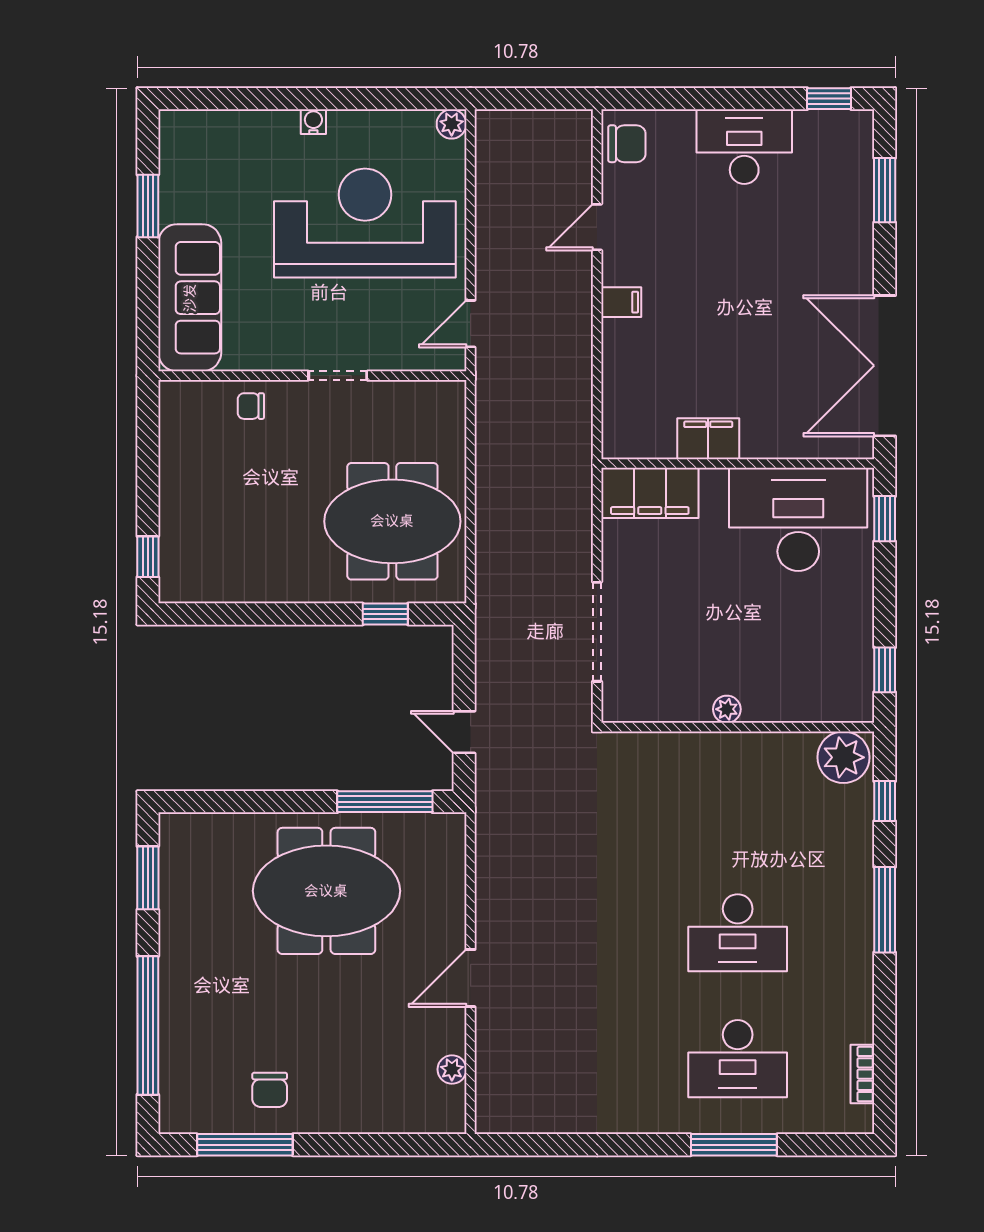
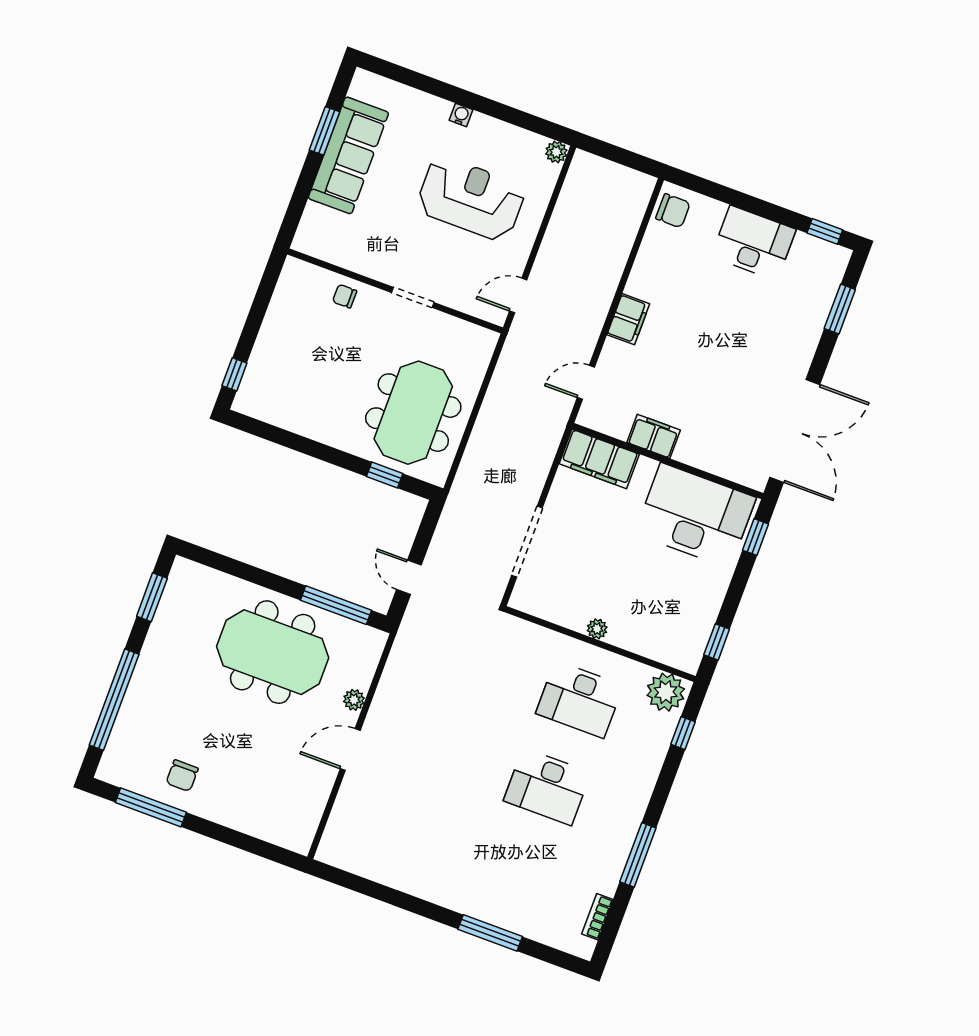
reception desk: (365, 223) -> (471, 198), width x0.74, depth x0.77
door: (597, 227) -> (586, 382), moved
sofa: (190, 298) -> (348, 155), moved
filing cabinet: (621, 302) -> (628, 319), width x2.00
double door: (885, 366) -> (795, 431), swing flipped
meeting table: (392, 521) -> (413, 413), turned 90
window: (885, 910) -> (638, 855), moved
desk: (738, 1059) -> (580, 699), moved
plant: (452, 1069) -> (354, 700), moved

